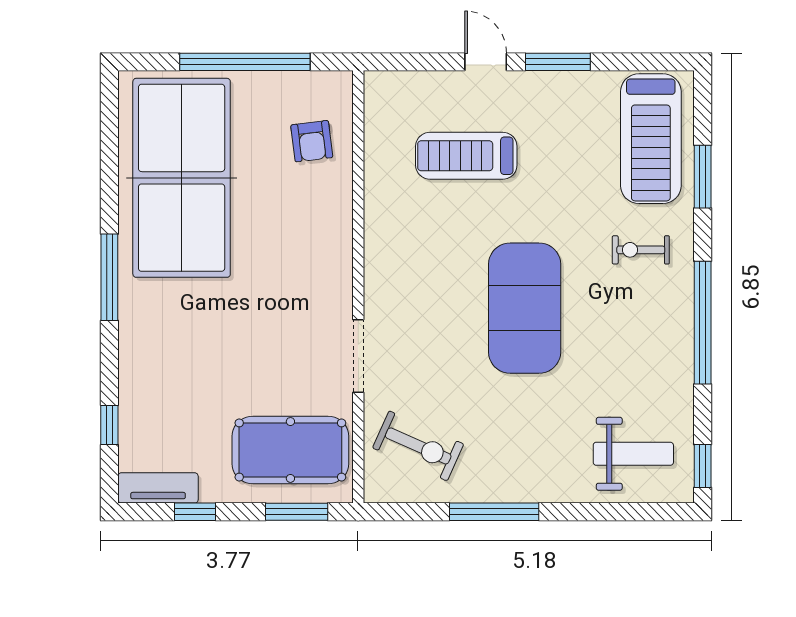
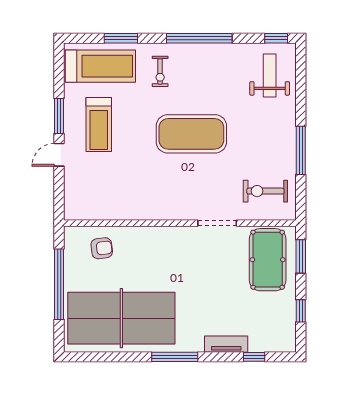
treadmill: (466, 156) -> (99, 125), moved
exercise bike: (418, 446) -> (265, 191), turned -114
tv unit: (158, 488) -> (226, 344), moved, turned 90

